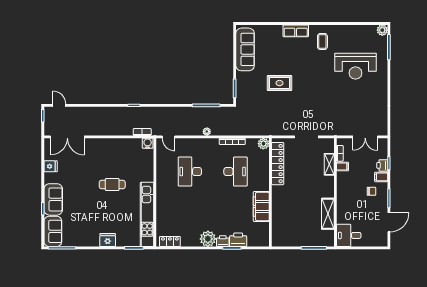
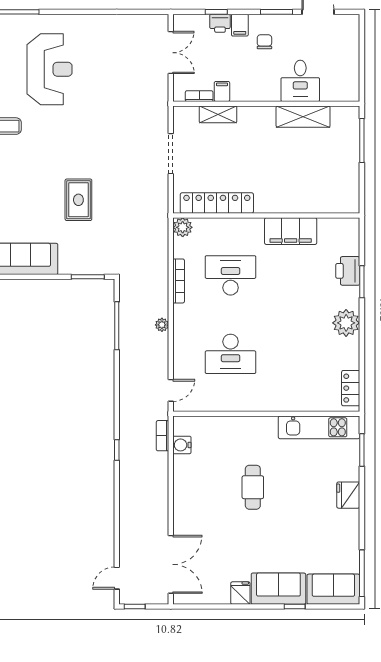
water cooler: (148, 143) -> (182, 445), moved
fridge: (51, 166) -> (240, 593), moved
kitchen unit: (147, 214) -> (319, 427), width x0.73
desk: (349, 235) -> (300, 81), moved
printer: (223, 241) -> (350, 297), removed

